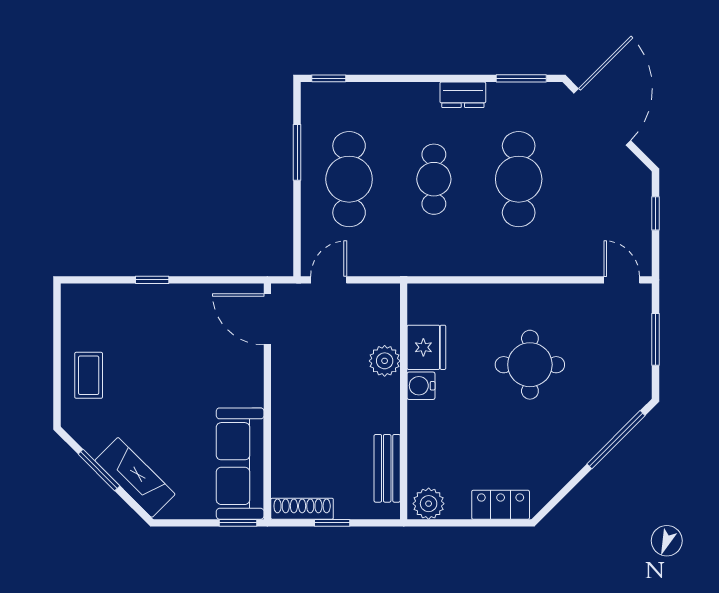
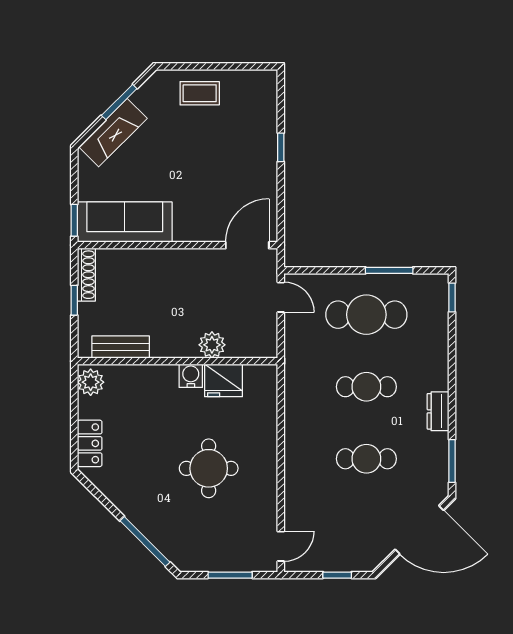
cafe table: (519, 179) -> (366, 459), width x0.73, depth x0.74

